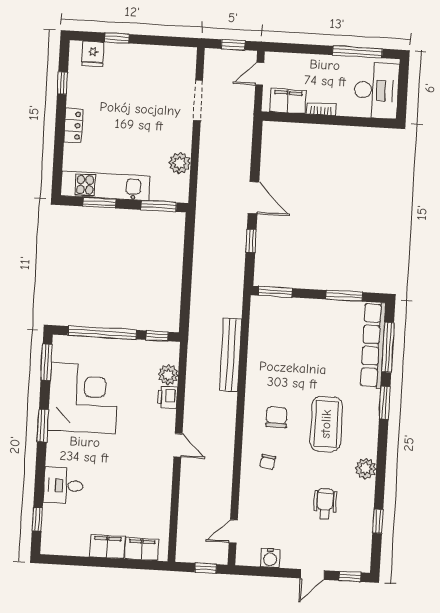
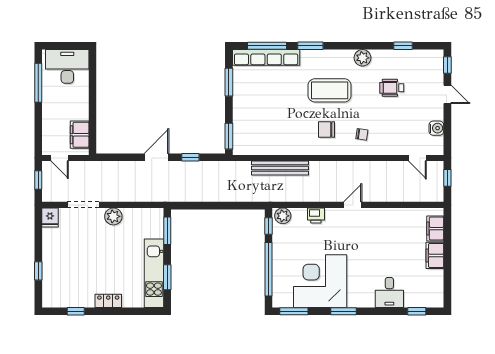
fridge: (93, 54) -> (50, 217), moved, turned 90
bookcase: (321, 109) -> (84, 108), removed
plant: (180, 163) -> (113, 216), moved
plant: (168, 375) -> (283, 216), moved

